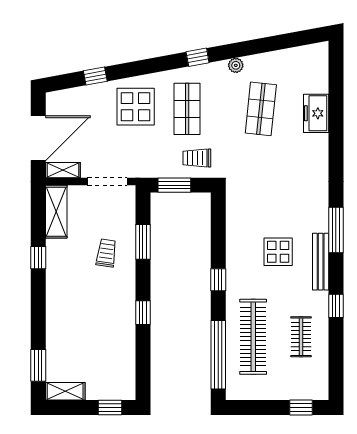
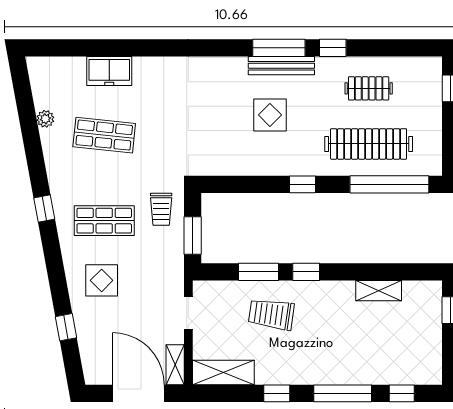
plant: (236, 65) -> (45, 119), moved
display table: (136, 107) -> (102, 280), width x0.73, depth x0.73
doorway: (107, 181) -> (188, 313), width x0.73
window: (336, 230) -> (279, 48), moved
trolley: (106, 253) -> (271, 314), width x1.36, depth x1.39
window: (143, 313) -> (306, 272), moved
window: (38, 314) -> (343, 393), added
window: (38, 365) -> (402, 393), width x0.67
shelving: (65, 391) -> (379, 291), moved, turned 90

